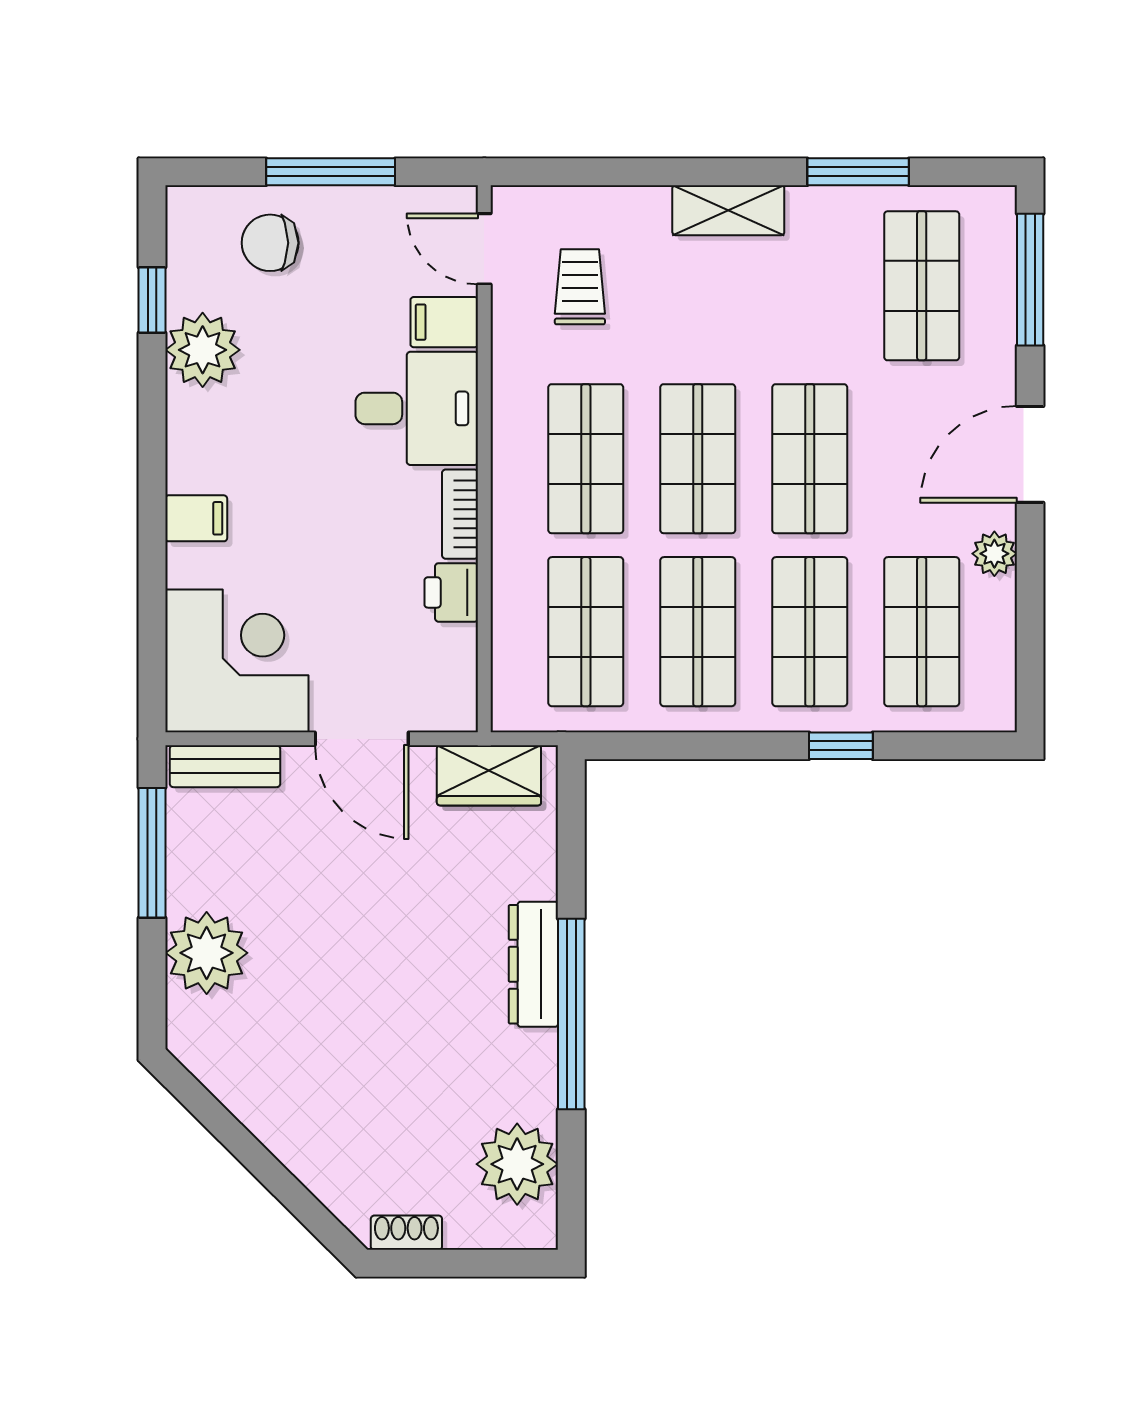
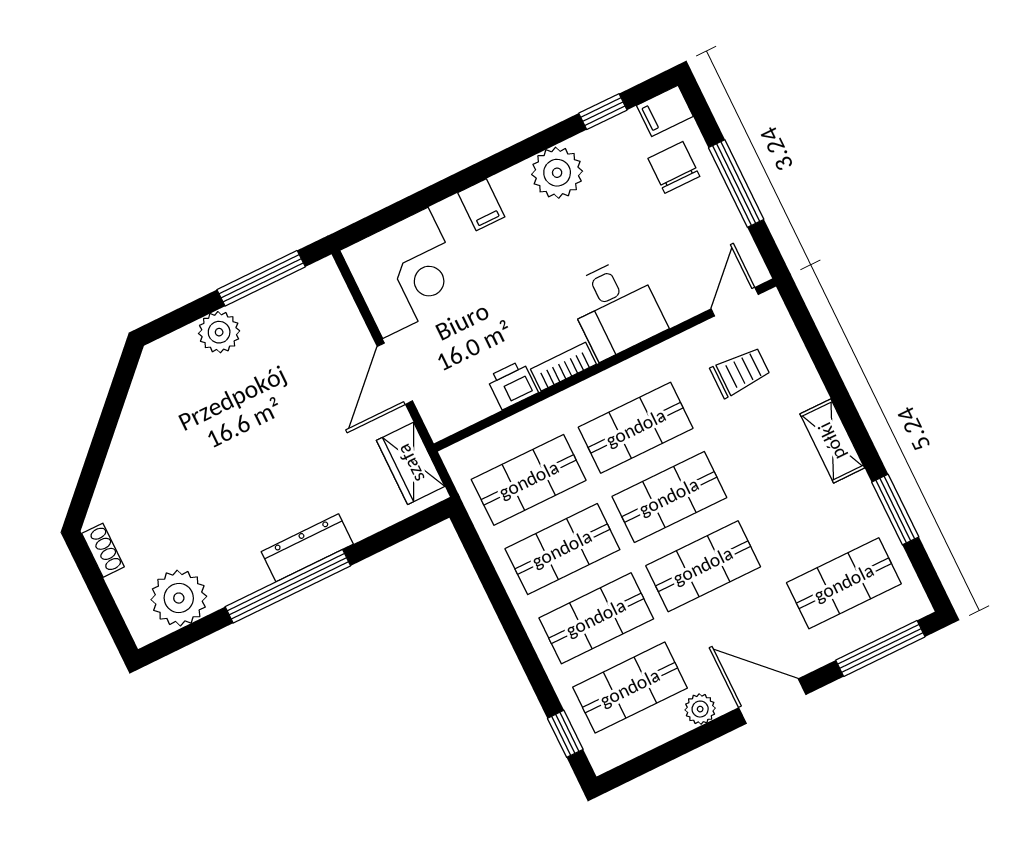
filing cabinet: (444, 322) -> (665, 111), moved, turned -90
plant: (203, 350) -> (557, 173), moved
window: (841, 746) -> (565, 734), moved
bench: (225, 766) -> (337, 297), removed
plant: (207, 953) -> (219, 332), width x0.73, depth x0.73

